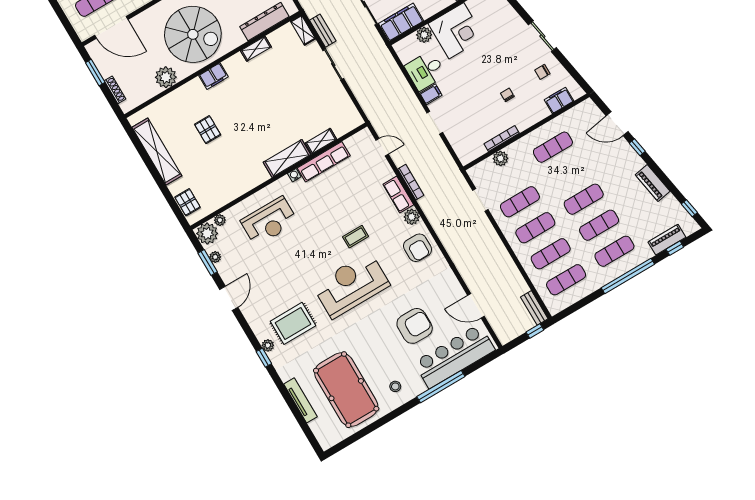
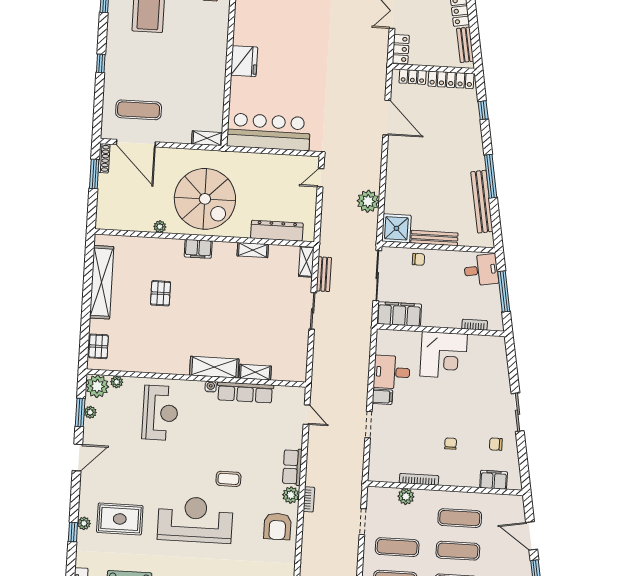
plant: (424, 35) -> (412, 339), removed
plant: (166, 77) -> (160, 227), width x0.53, depth x0.53
shoe rack: (115, 90) -> (104, 158), moved
exercise mat: (568, 173) -> (458, 551), added
bookcase: (411, 182) -> (309, 499), moved, width x0.64
reception desk: (269, 221) -> (160, 413), turned -90

